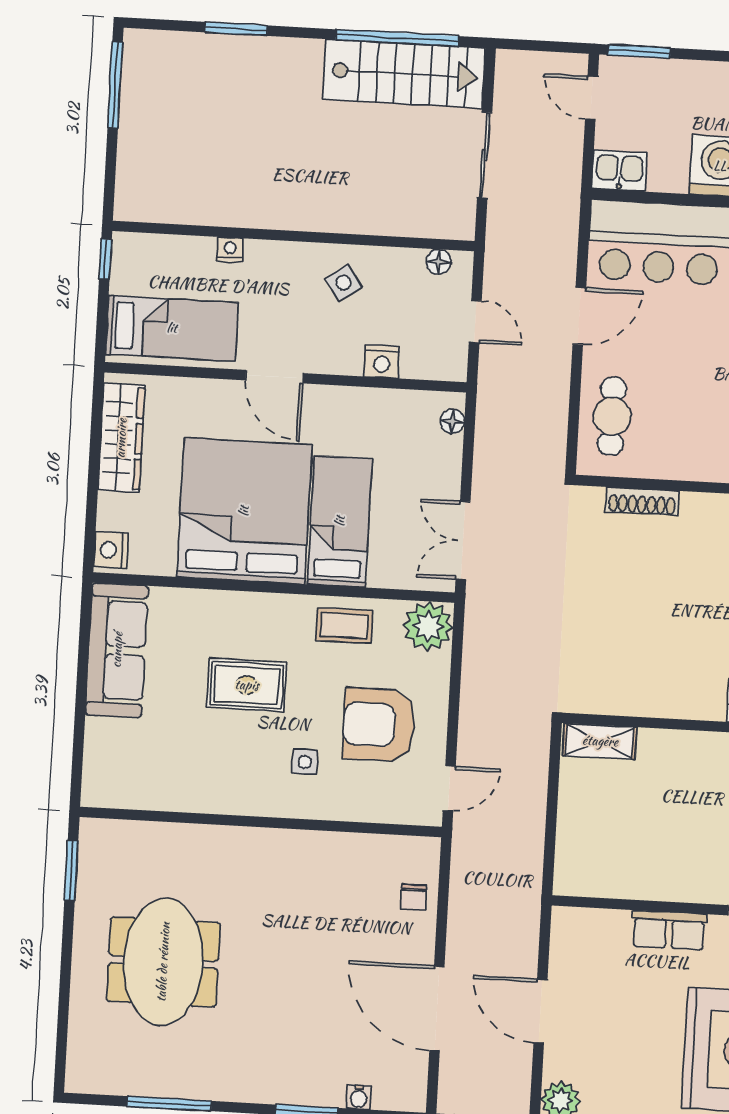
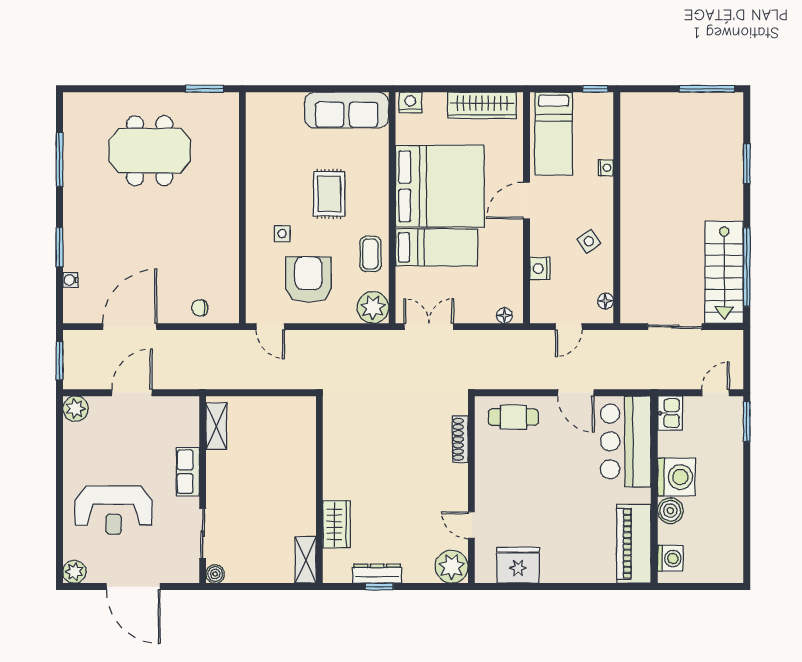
shelving: (600, 741) -> (216, 426), moved

